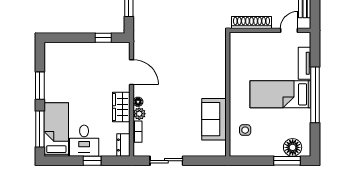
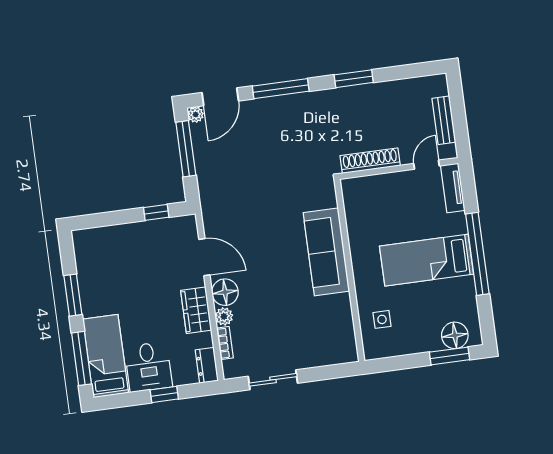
tv unit: (305, 63) -> (453, 188), moved
floor lamp: (138, 102) -> (225, 292), width x1.89, depth x1.89
sofa: (214, 119) -> (326, 252), moved, width x1.36

